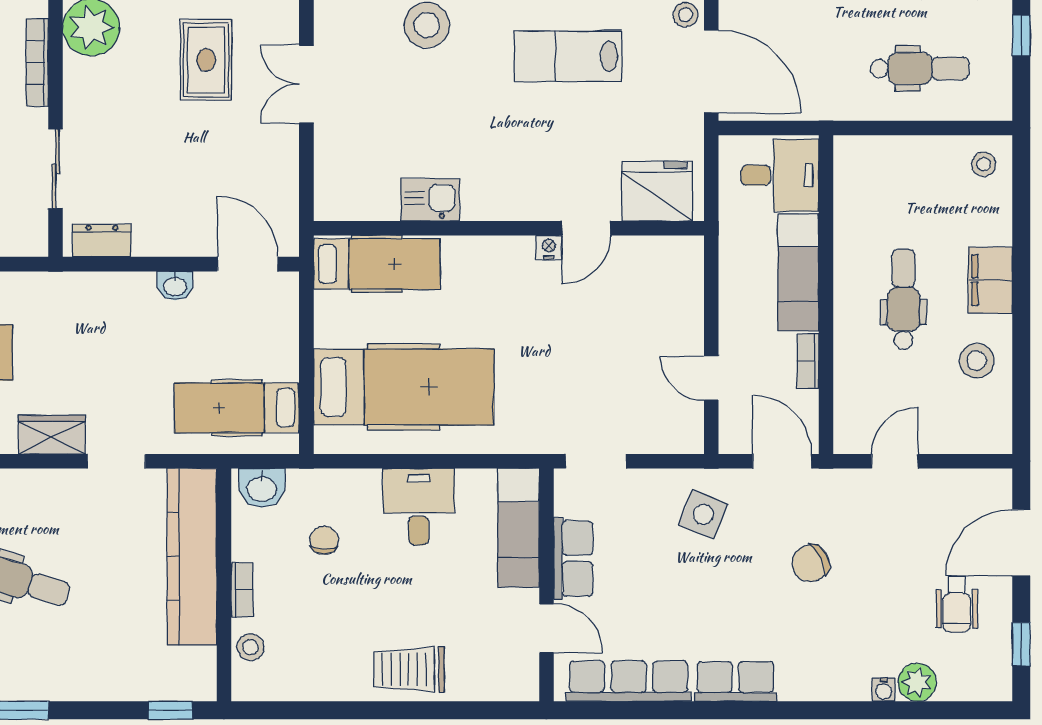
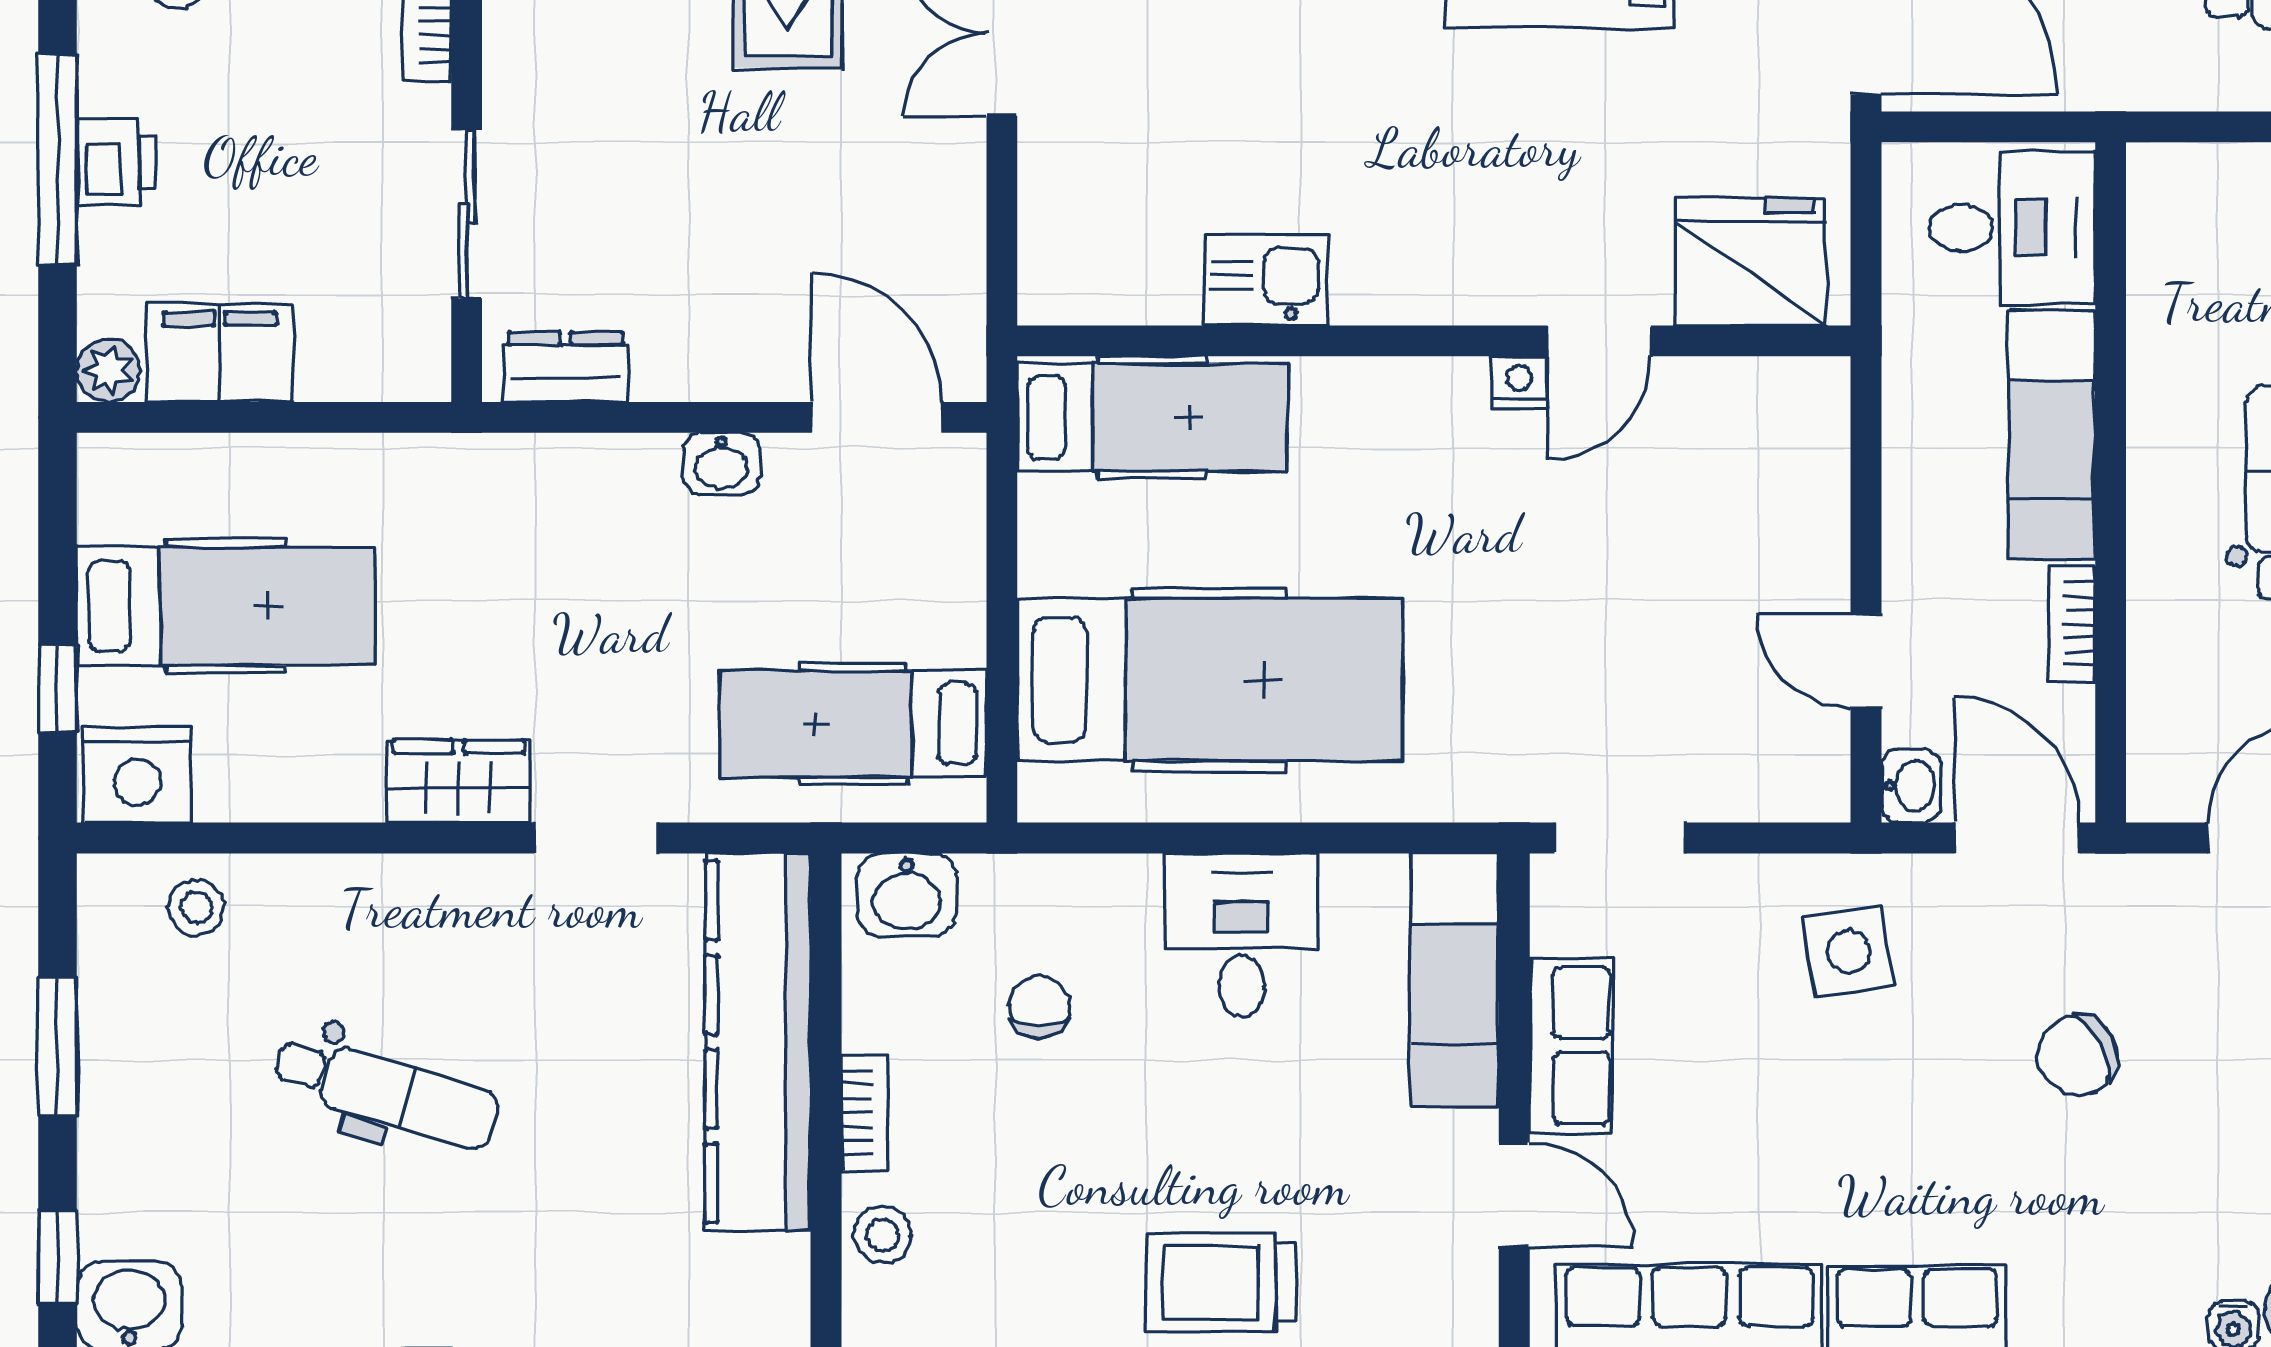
washbasin: (732, 437) -> (1911, 786), added
side table: (703, 514) -> (1849, 952), turned -32

